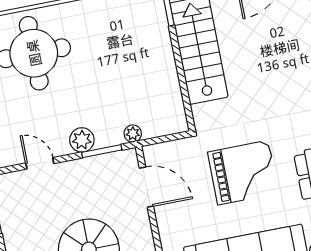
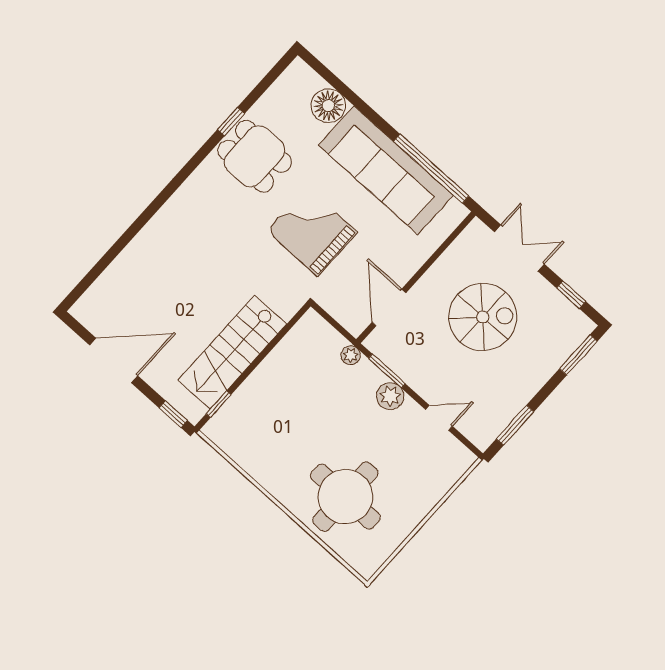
door: (40, 163) -> (439, 418), swing flipped

